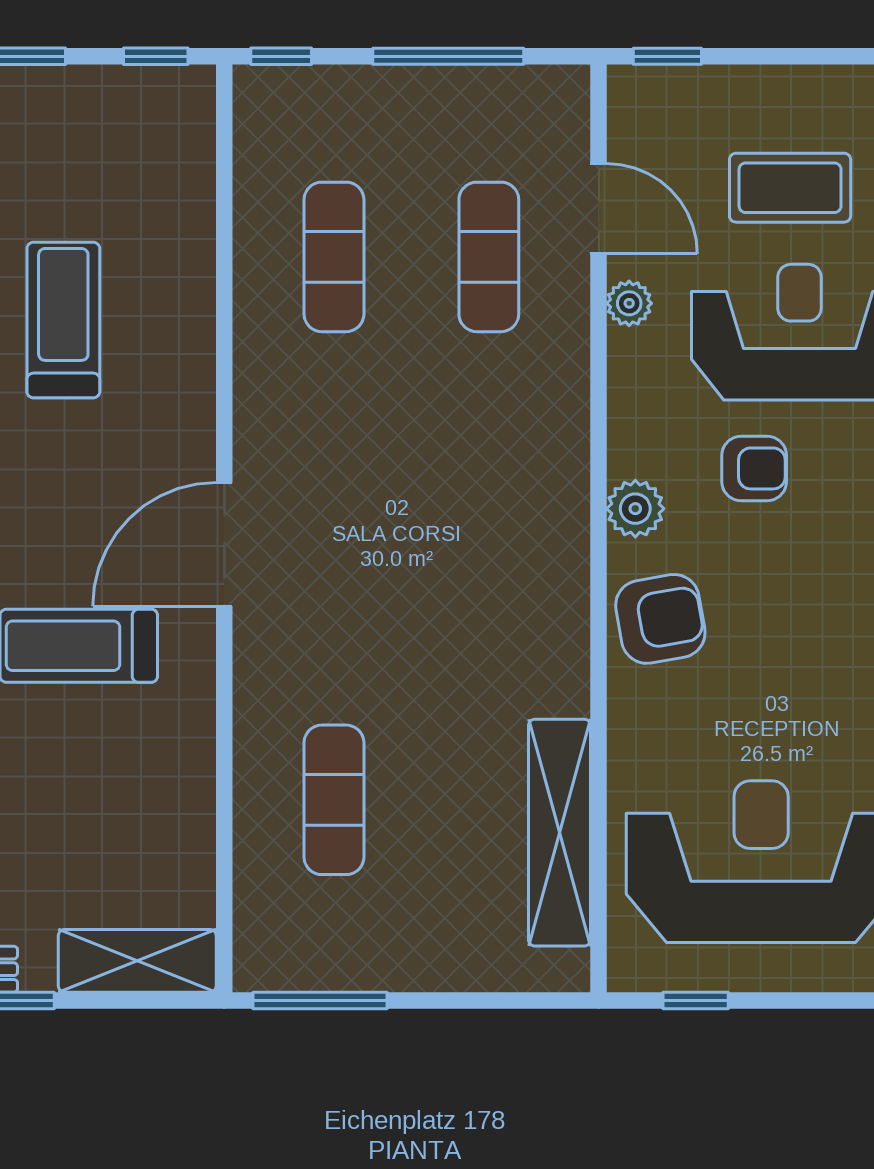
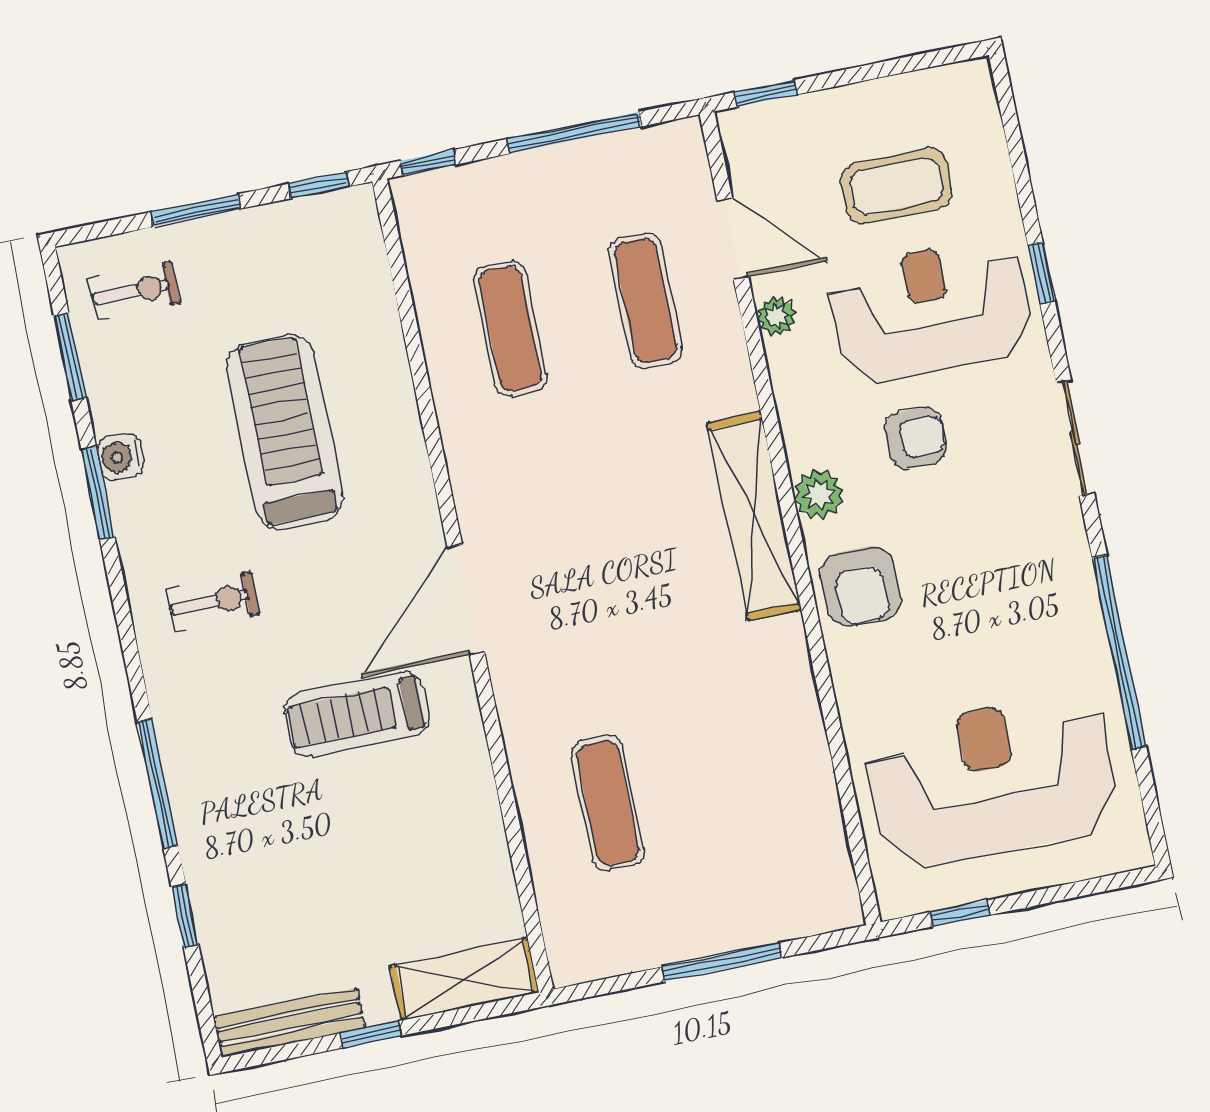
treadmill: (63, 320) -> (285, 432), width x1.37, depth x1.38
armchair: (660, 619) -> (860, 586), turned 100
shelving: (560, 833) -> (754, 516), moved
window: (320, 1000) -> (722, 962), moved

